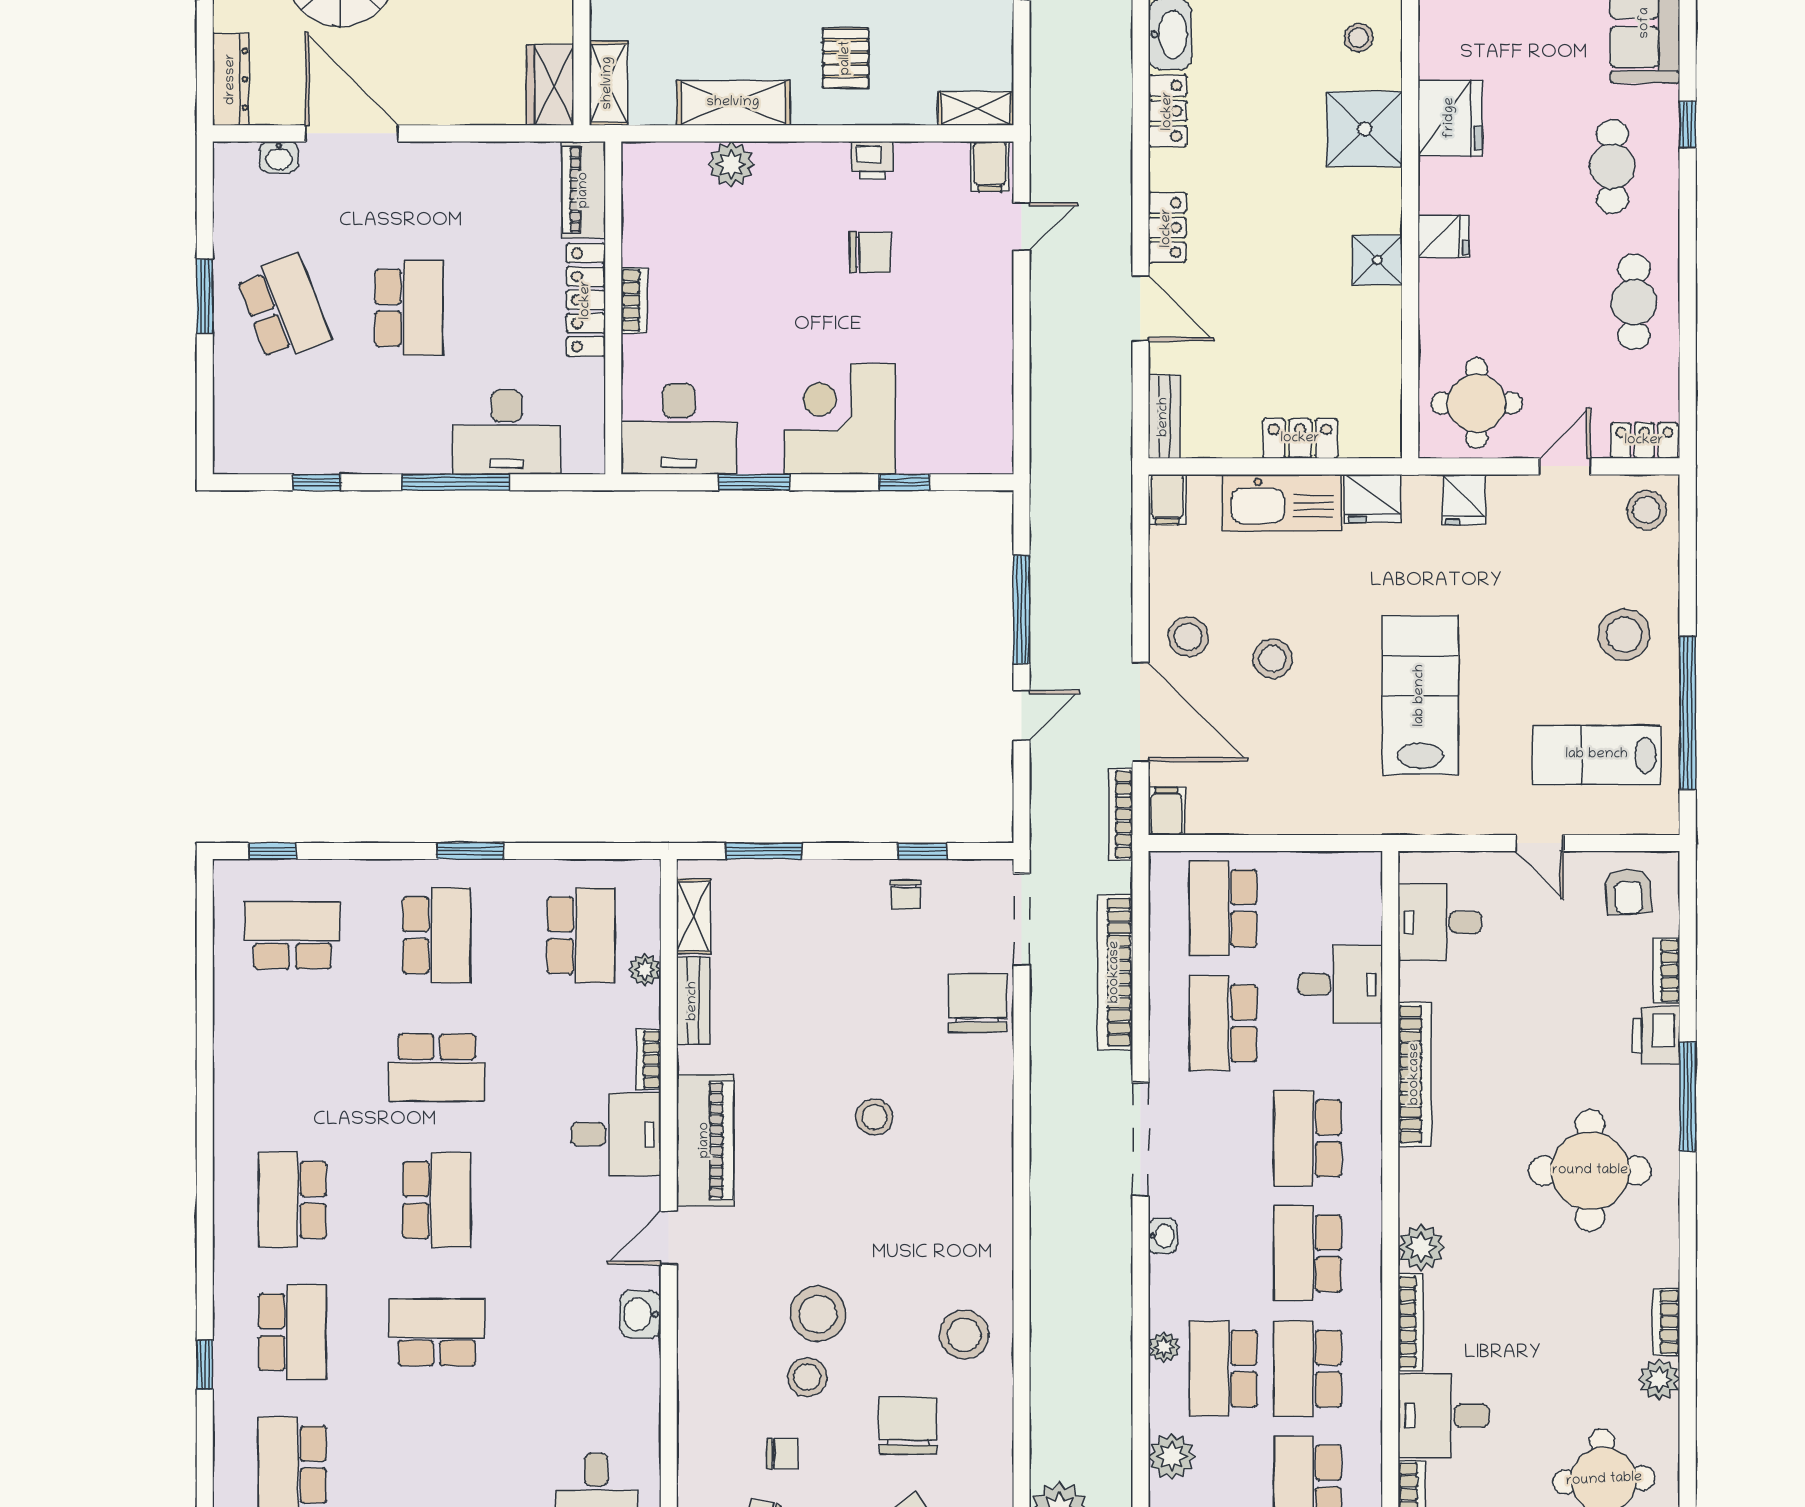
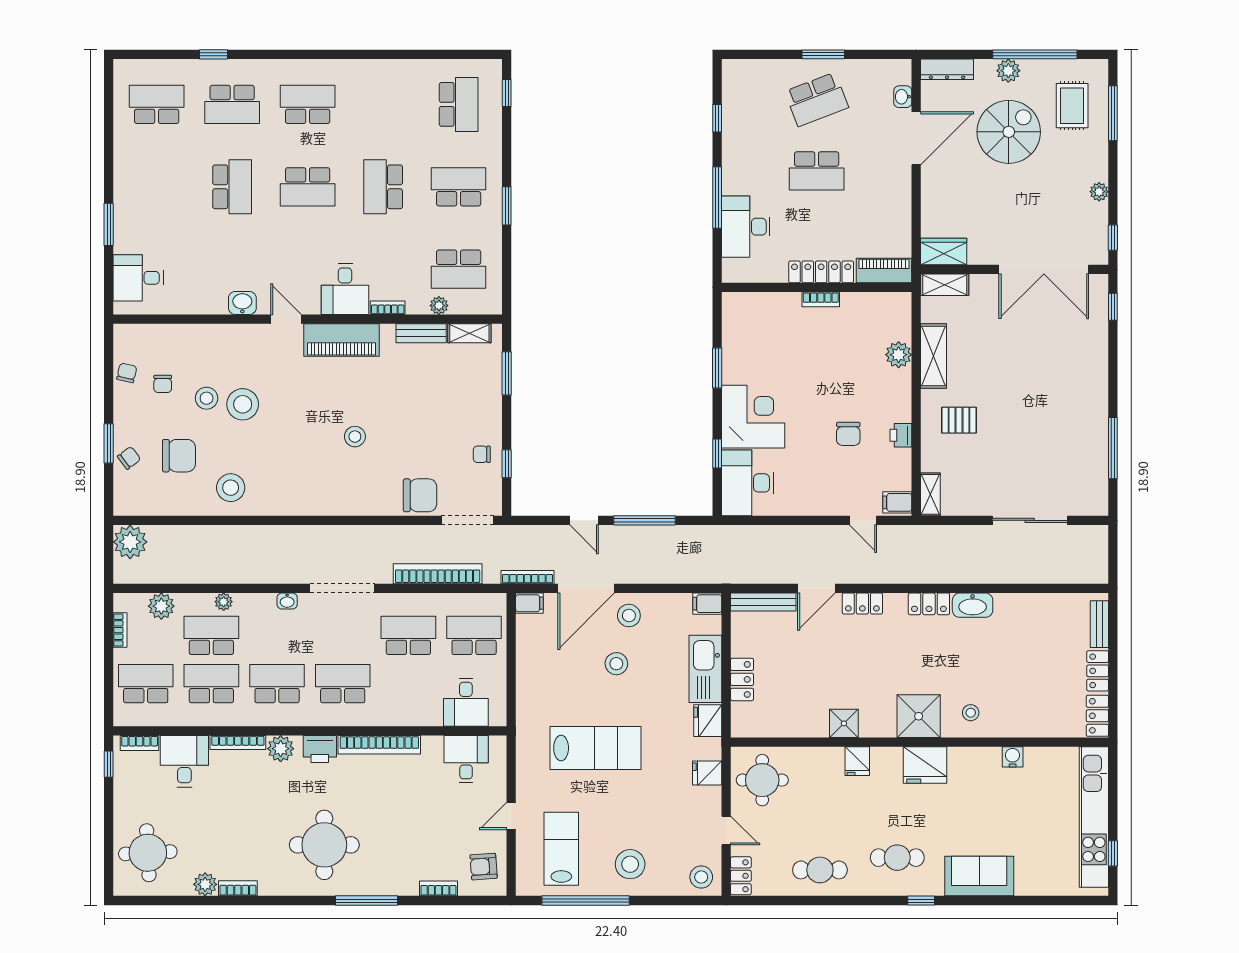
bench: (1164, 417) -> (763, 602), width x1.36
desk: (679, 429) -> (748, 483), moved
school desk: (437, 935) -> (459, 187), turned 180
desk: (1340, 984) -> (466, 702), moved
printer: (1656, 1035) -> (320, 749), moved, turned 180

